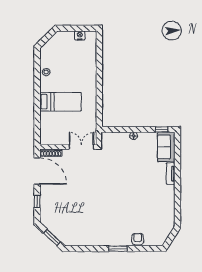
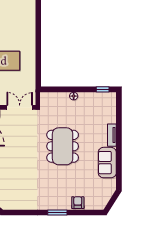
sofa: (166, 147) -> (107, 163), moved
dining table: (123, 185) -> (63, 146), added

